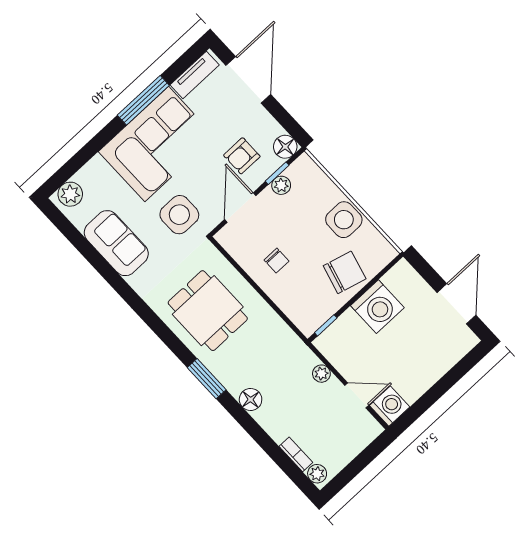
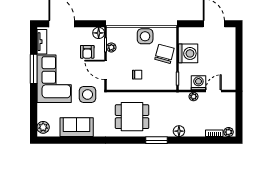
washing machine: (390, 406) -> (198, 83), moved

